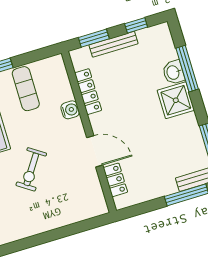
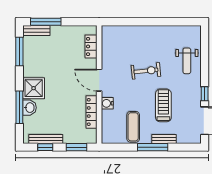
bench: (114, 44) -> (46, 139), moved
door: (95, 151) -> (99, 80), moved
exercise bike: (31, 169) -> (146, 71), turned 50

